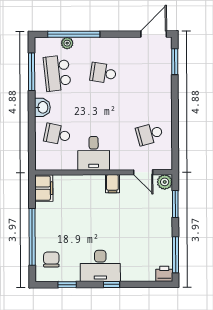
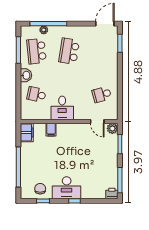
school desk: (103, 73) -> (69, 51), width x1.85
filing cabinet: (112, 184) -> (51, 130), moved
chair: (51, 259) -> (40, 189), moved

